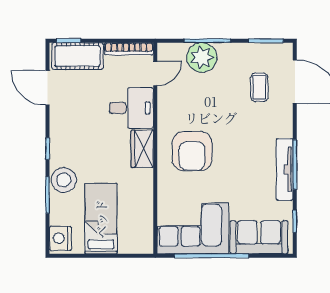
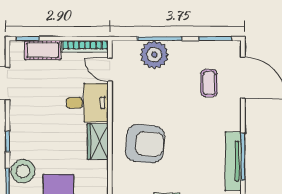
cot: (77, 56) -> (43, 50), width x0.73, depth x0.75
door: (155, 73) -> (110, 70), swing flipped
armchair: (192, 151) -> (145, 144), turned -85

